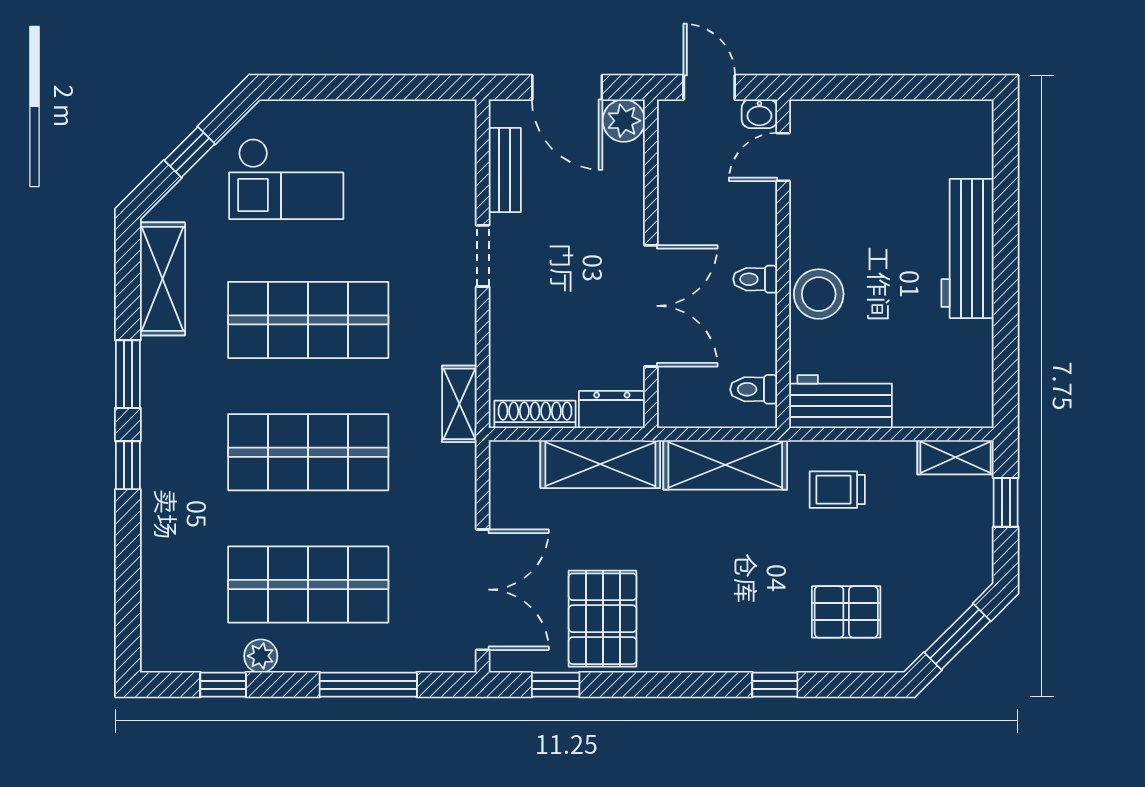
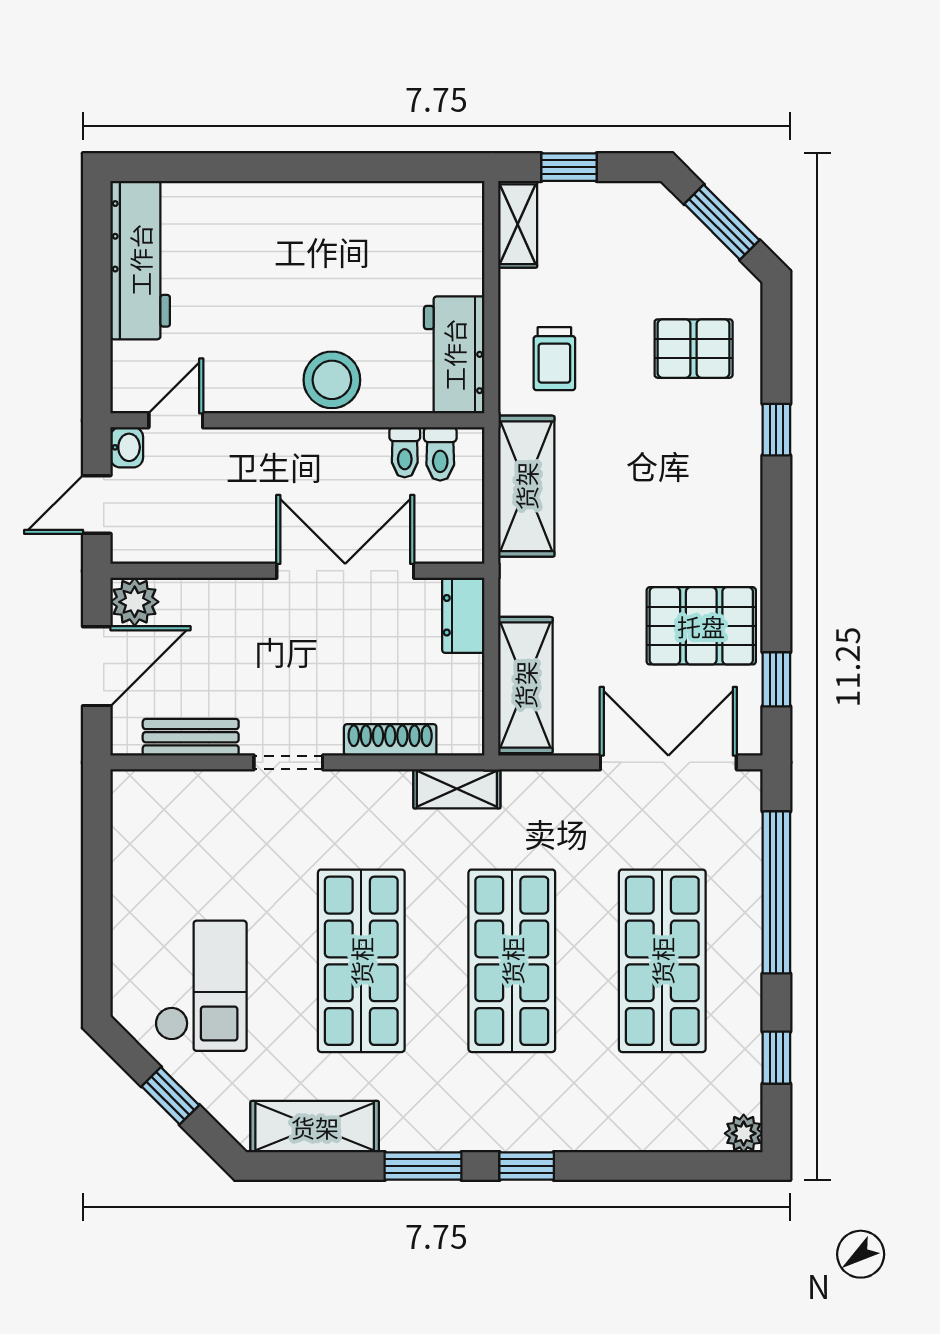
door: (783, 157) -> (176, 420), swing flipped
workbench: (967, 249) -> (140, 260), moved, turned -90
toilet: (755, 279) -> (405, 452), moved
shoe rack: (535, 414) -> (390, 740), moved, turned 90
shelving: (600, 464) -> (525, 685), moved
pallet: (846, 612) -> (694, 349), turned 90
plant: (261, 656) -> (744, 1133), moved
window: (368, 685) -> (776, 892), width x1.46

